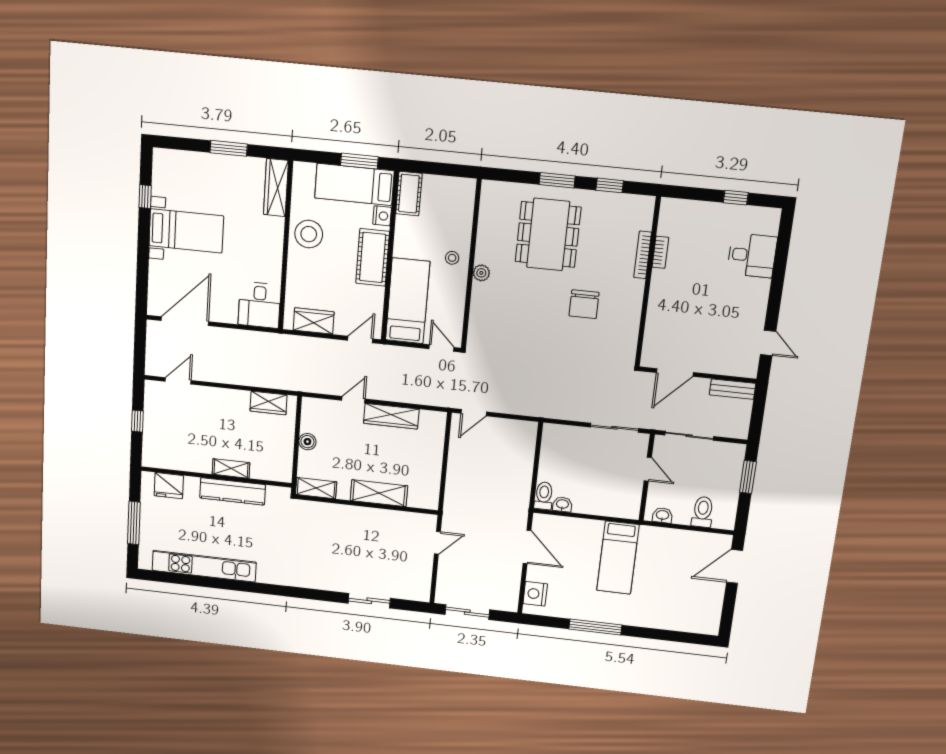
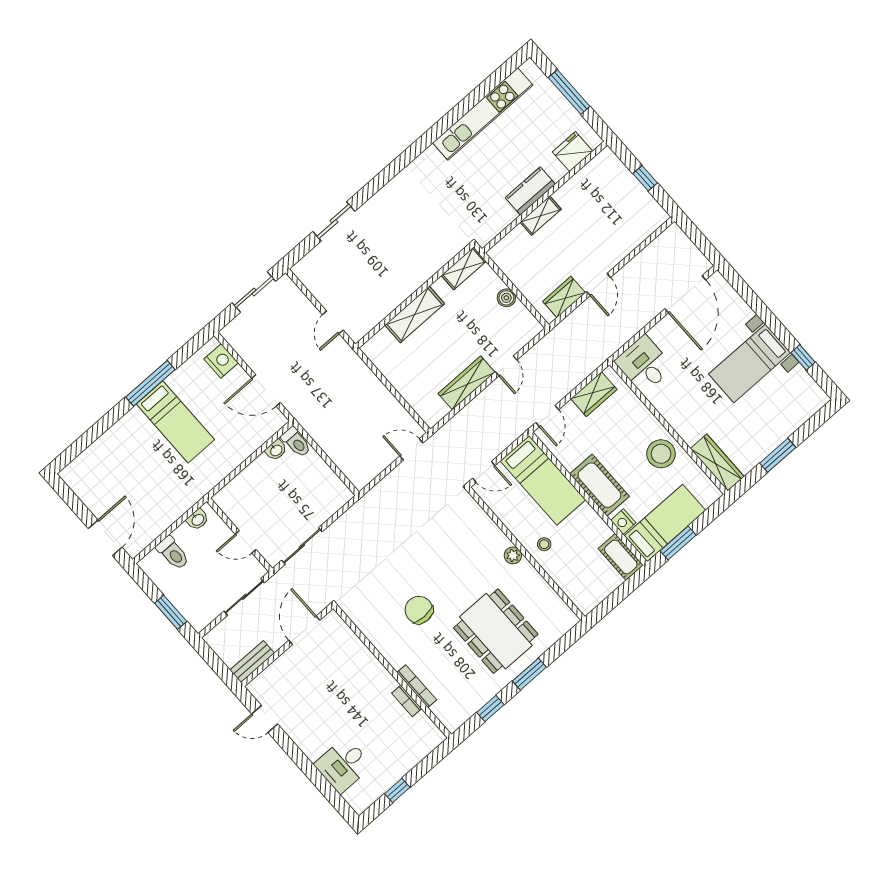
door: (178, 381) -> (599, 284), moved
door: (474, 413) -> (411, 449), hinge flipped
kitchen counter: (233, 491) -> (530, 191), width x0.67
bed: (618, 558) -> (175, 422), moved, turned 180

